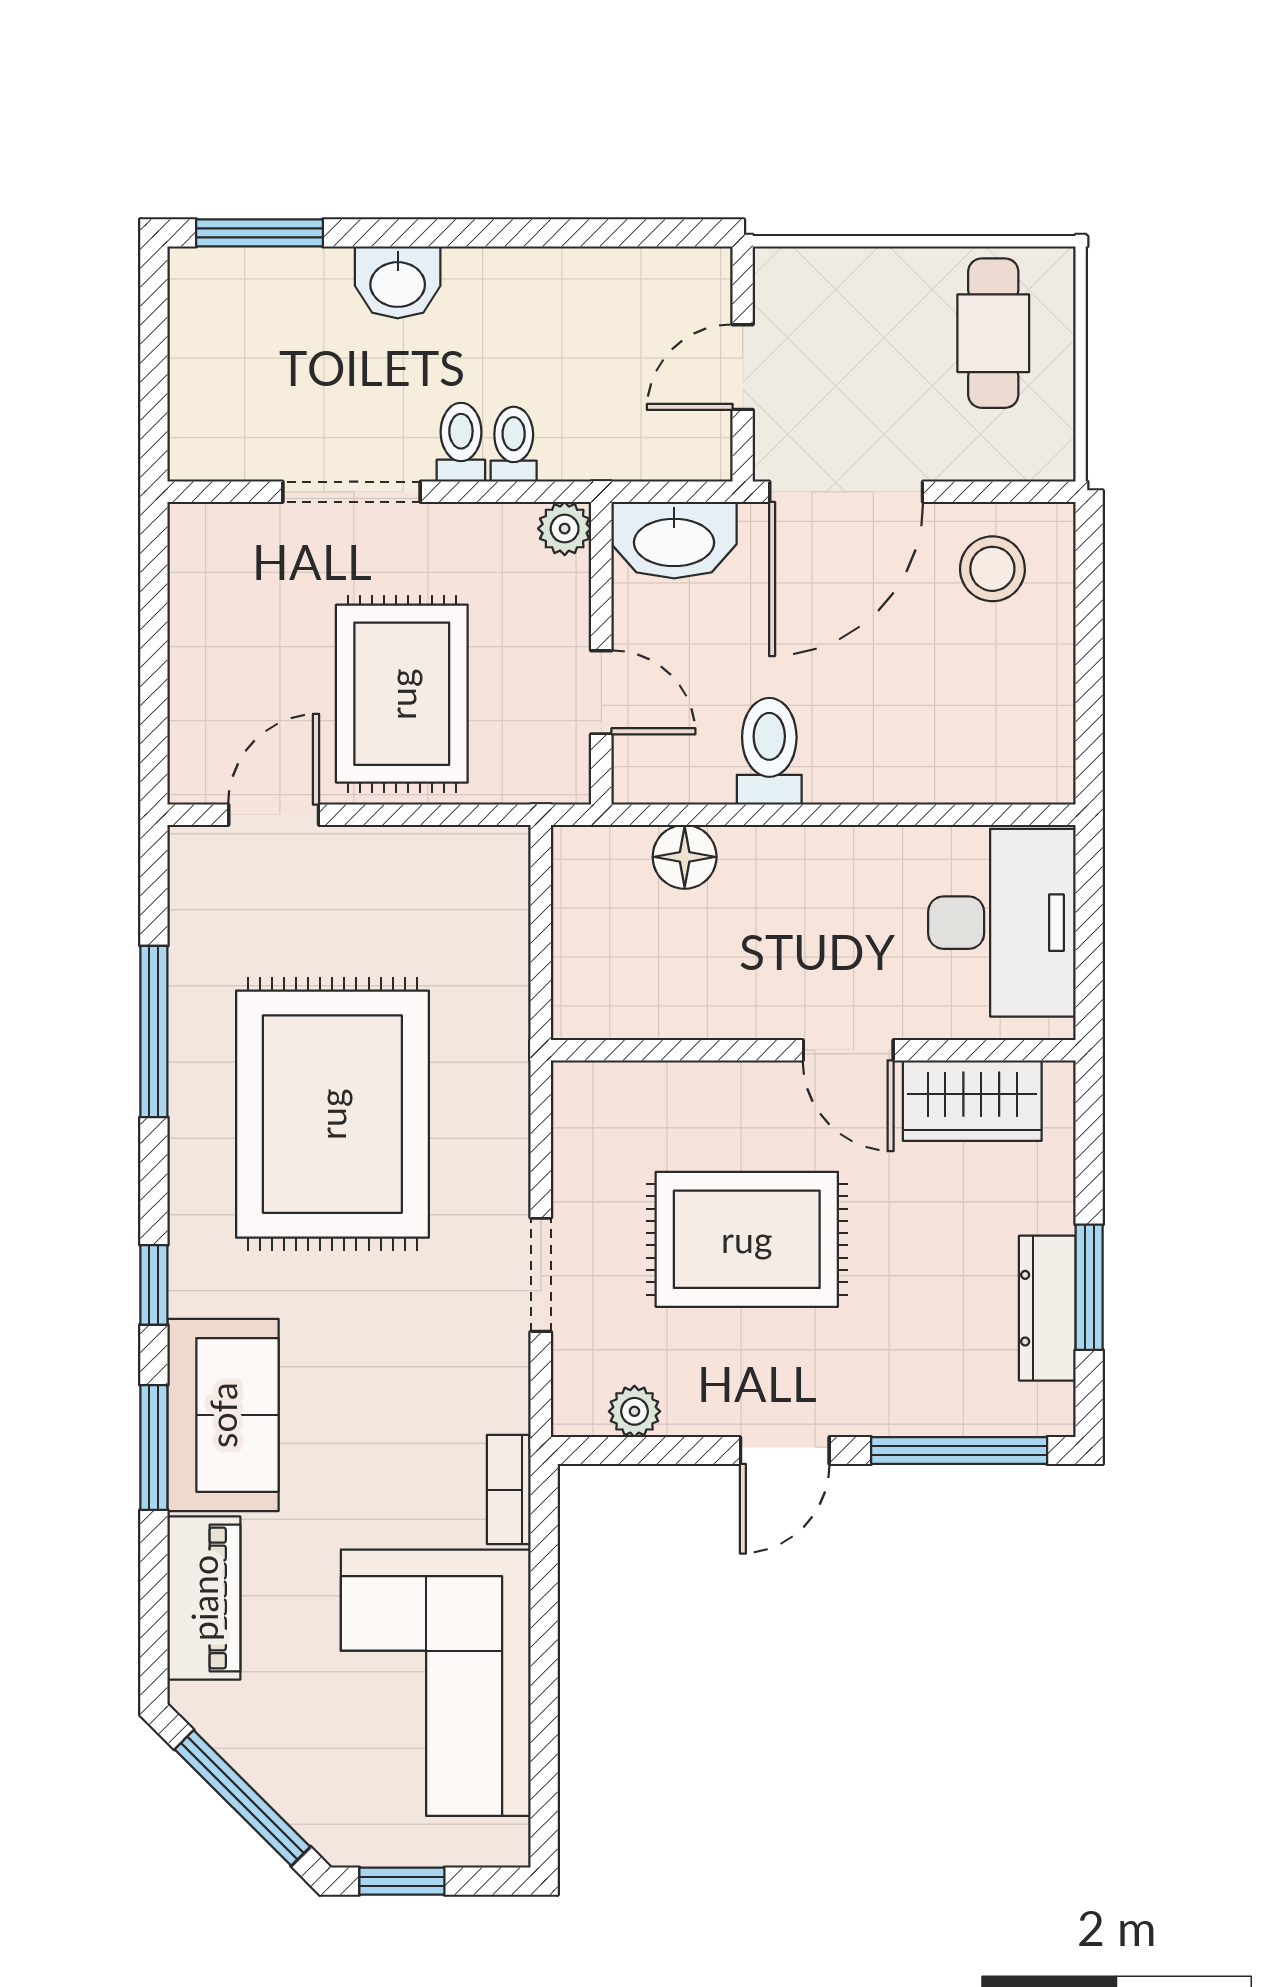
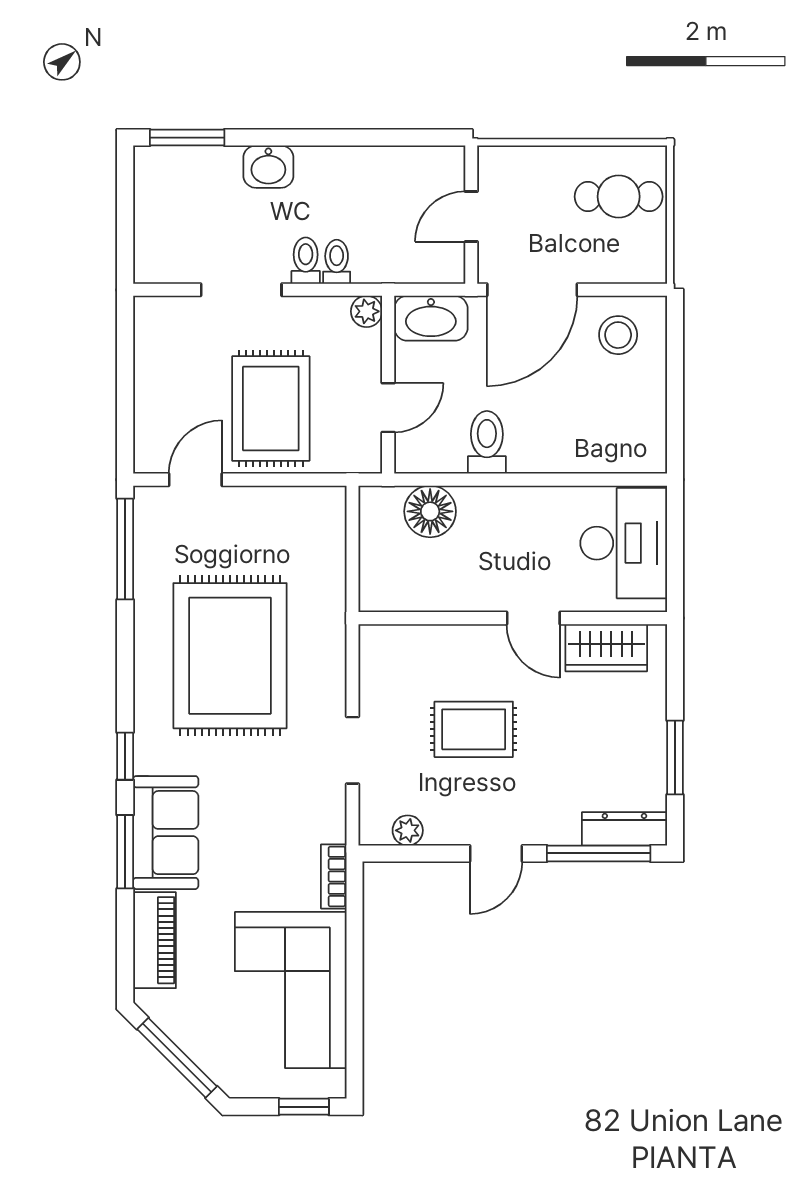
cafe table: (993, 333) -> (619, 197), turned 90
door: (601, 692) -> (388, 408), hinge flipped
floor lamp: (685, 857) -> (430, 511), width x1.38, depth x1.38
window: (154, 1032) -> (125, 549), moved
rug: (747, 1239) -> (474, 729), width x0.73, depth x0.70
dresser: (1047, 1308) -> (624, 829), moved, turned 90
window: (402, 1881) -> (304, 1107), moved

